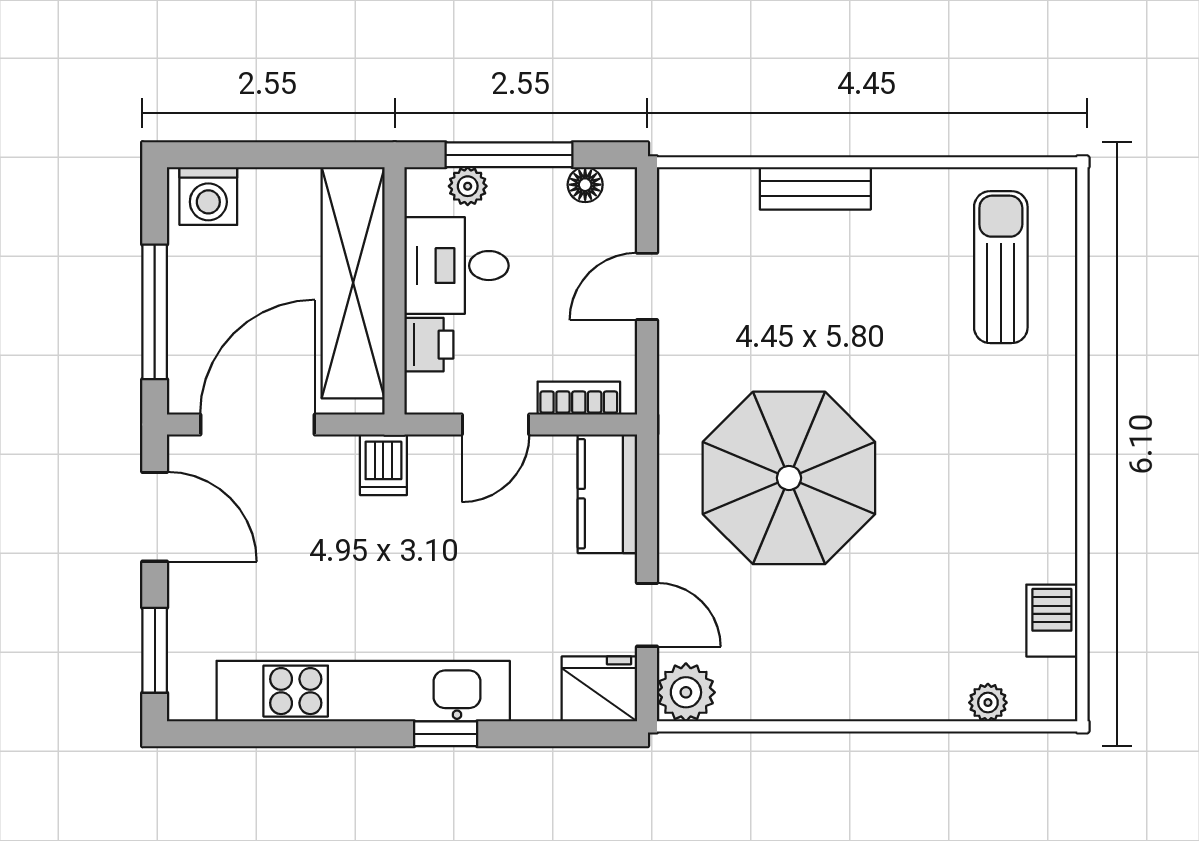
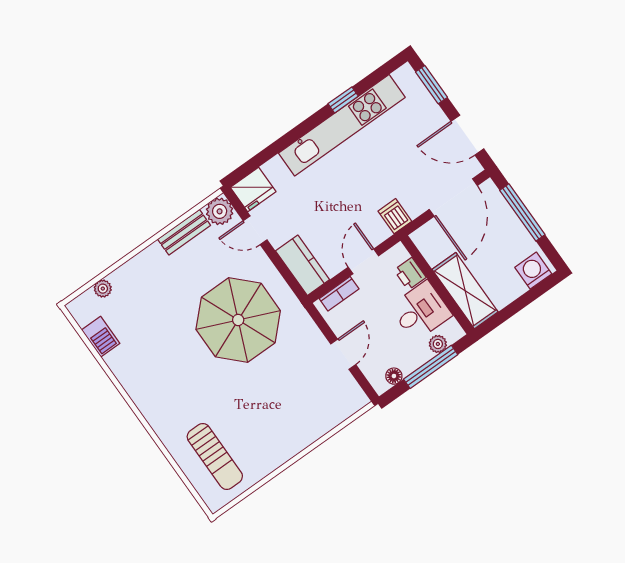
bench: (815, 188) -> (184, 232), moved
shelving: (353, 283) -> (465, 291), width x0.68
window: (446, 734) -> (343, 100), moved

